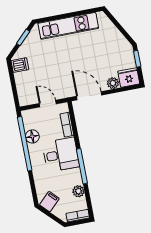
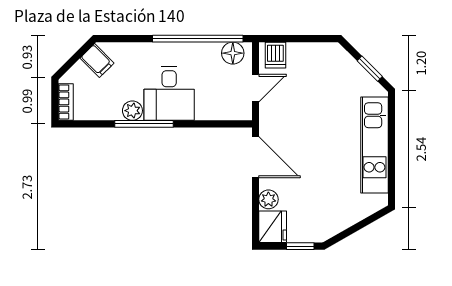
dishwasher: (20, 65) -> (275, 55), moved
door: (89, 96) -> (255, 157), hinge flipped
bookcase: (67, 125) -> (216, 113), removed
floor lamp: (32, 136) -> (233, 53), moved
plant: (78, 191) -> (132, 111), moved

